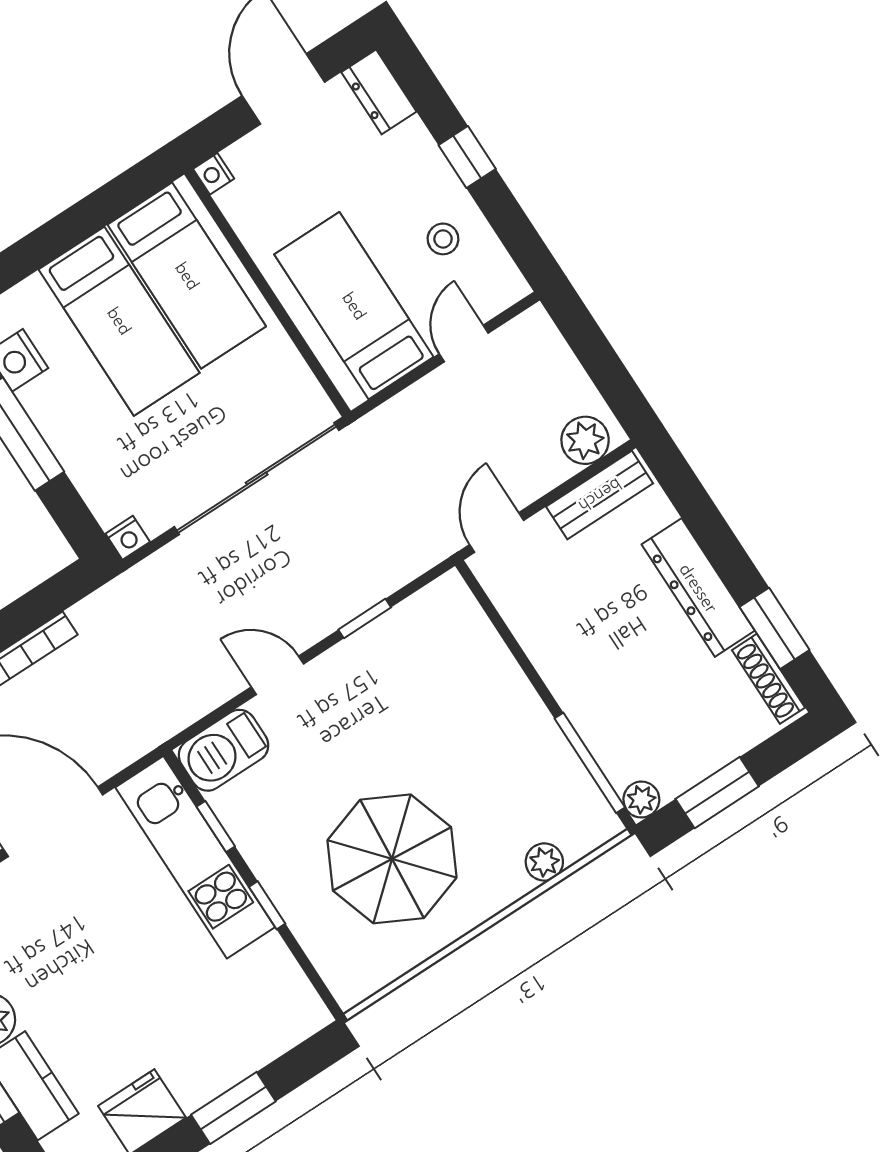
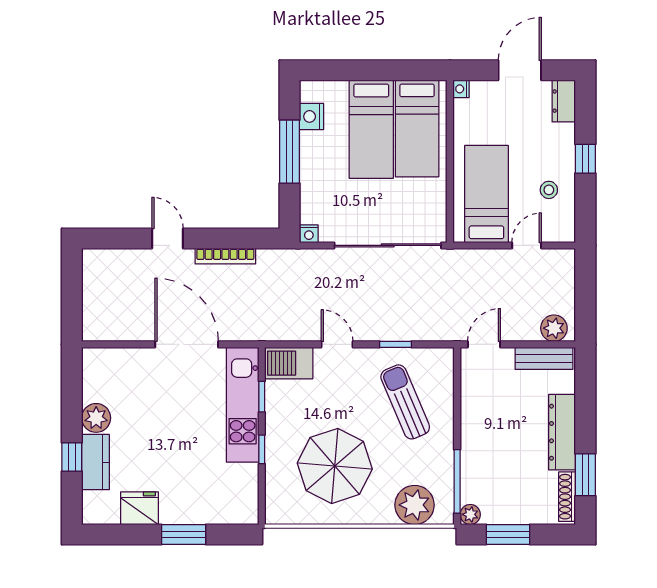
sun lounger: (435, 695) -> (405, 402), added
plant: (544, 862) -> (415, 505), width x1.88, depth x1.88

